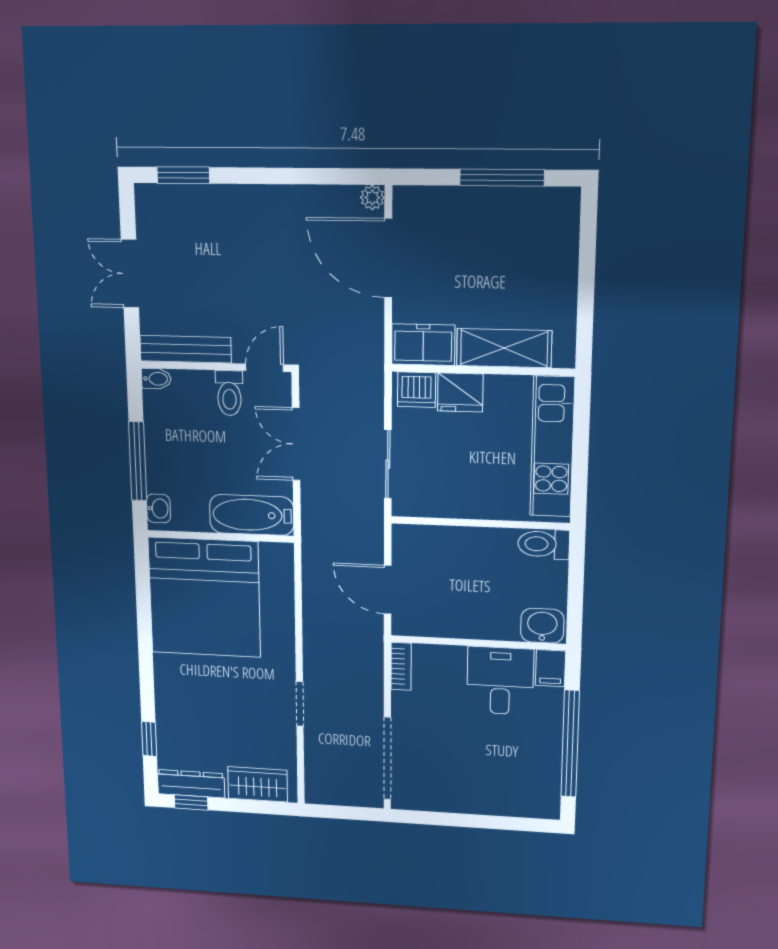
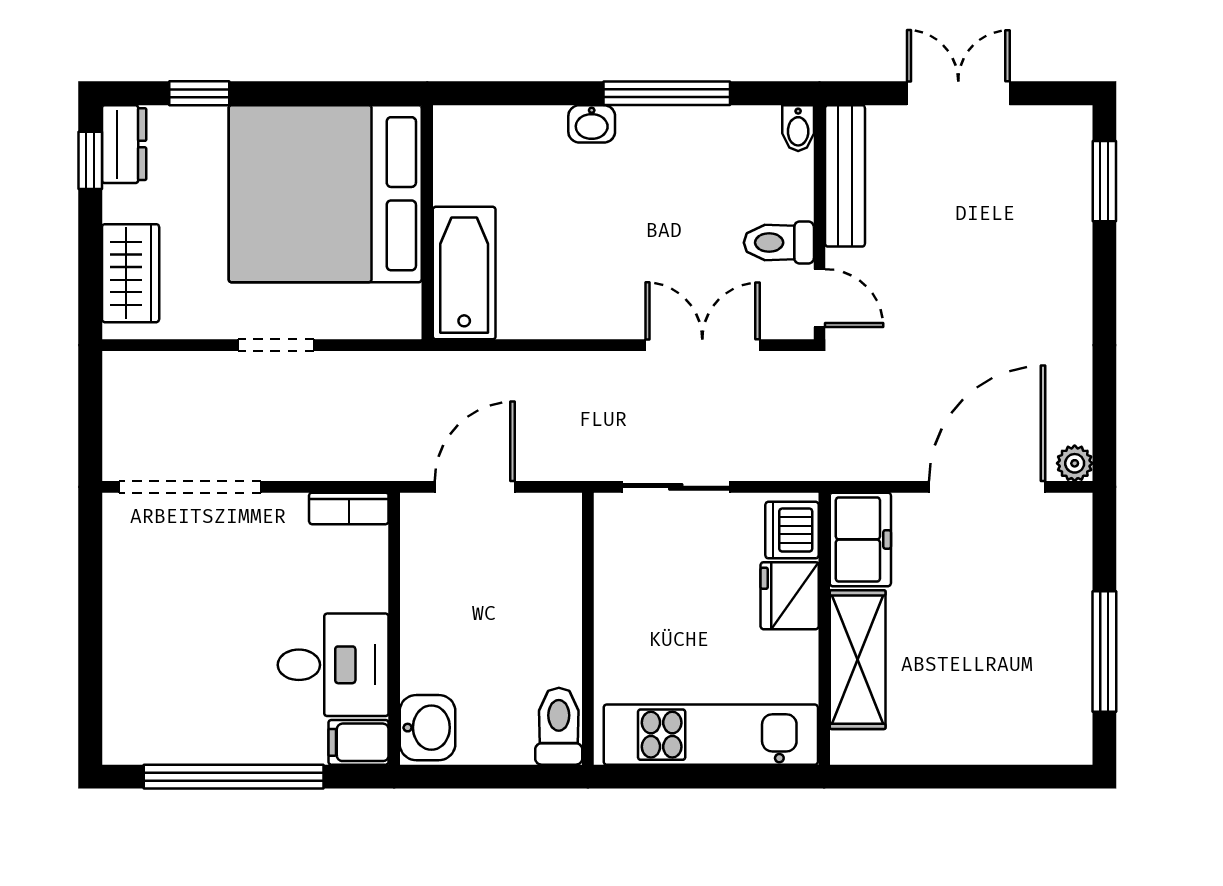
bathtub: (252, 515) -> (464, 273), moved
wall: (220, 536) -> (427, 222), moved
bed: (204, 597) -> (325, 194), moved
dresser: (191, 784) -> (124, 144), width x0.70

